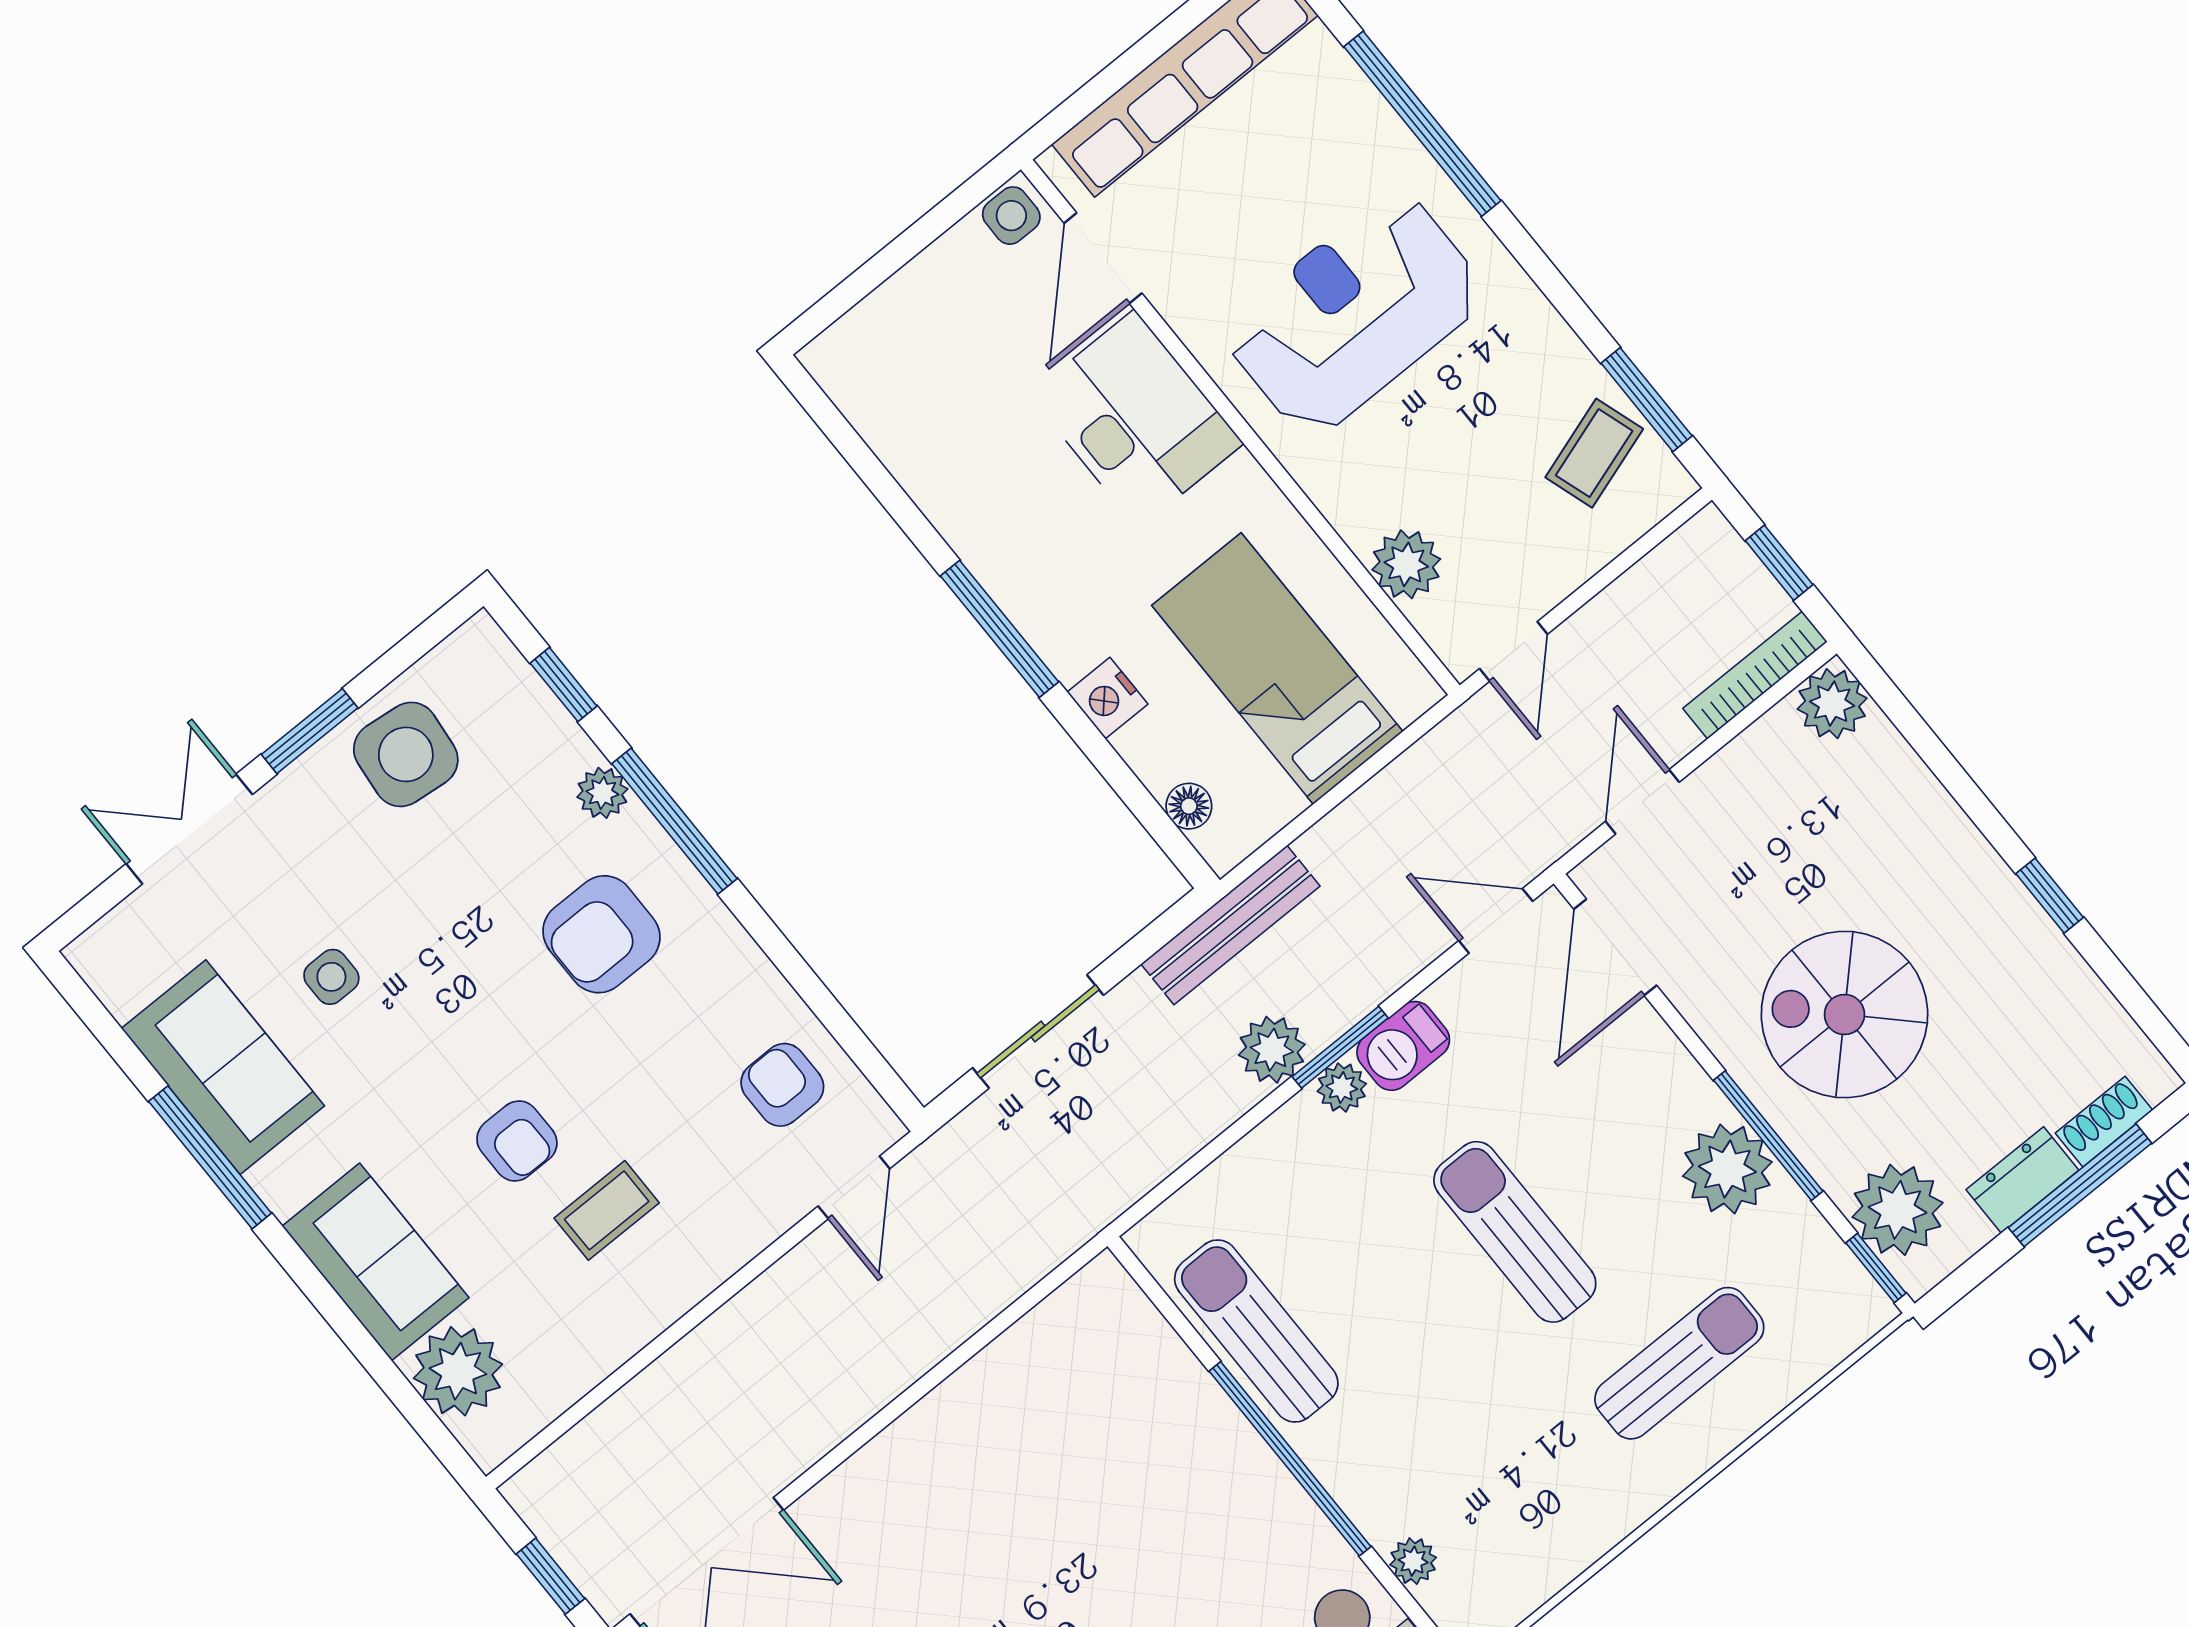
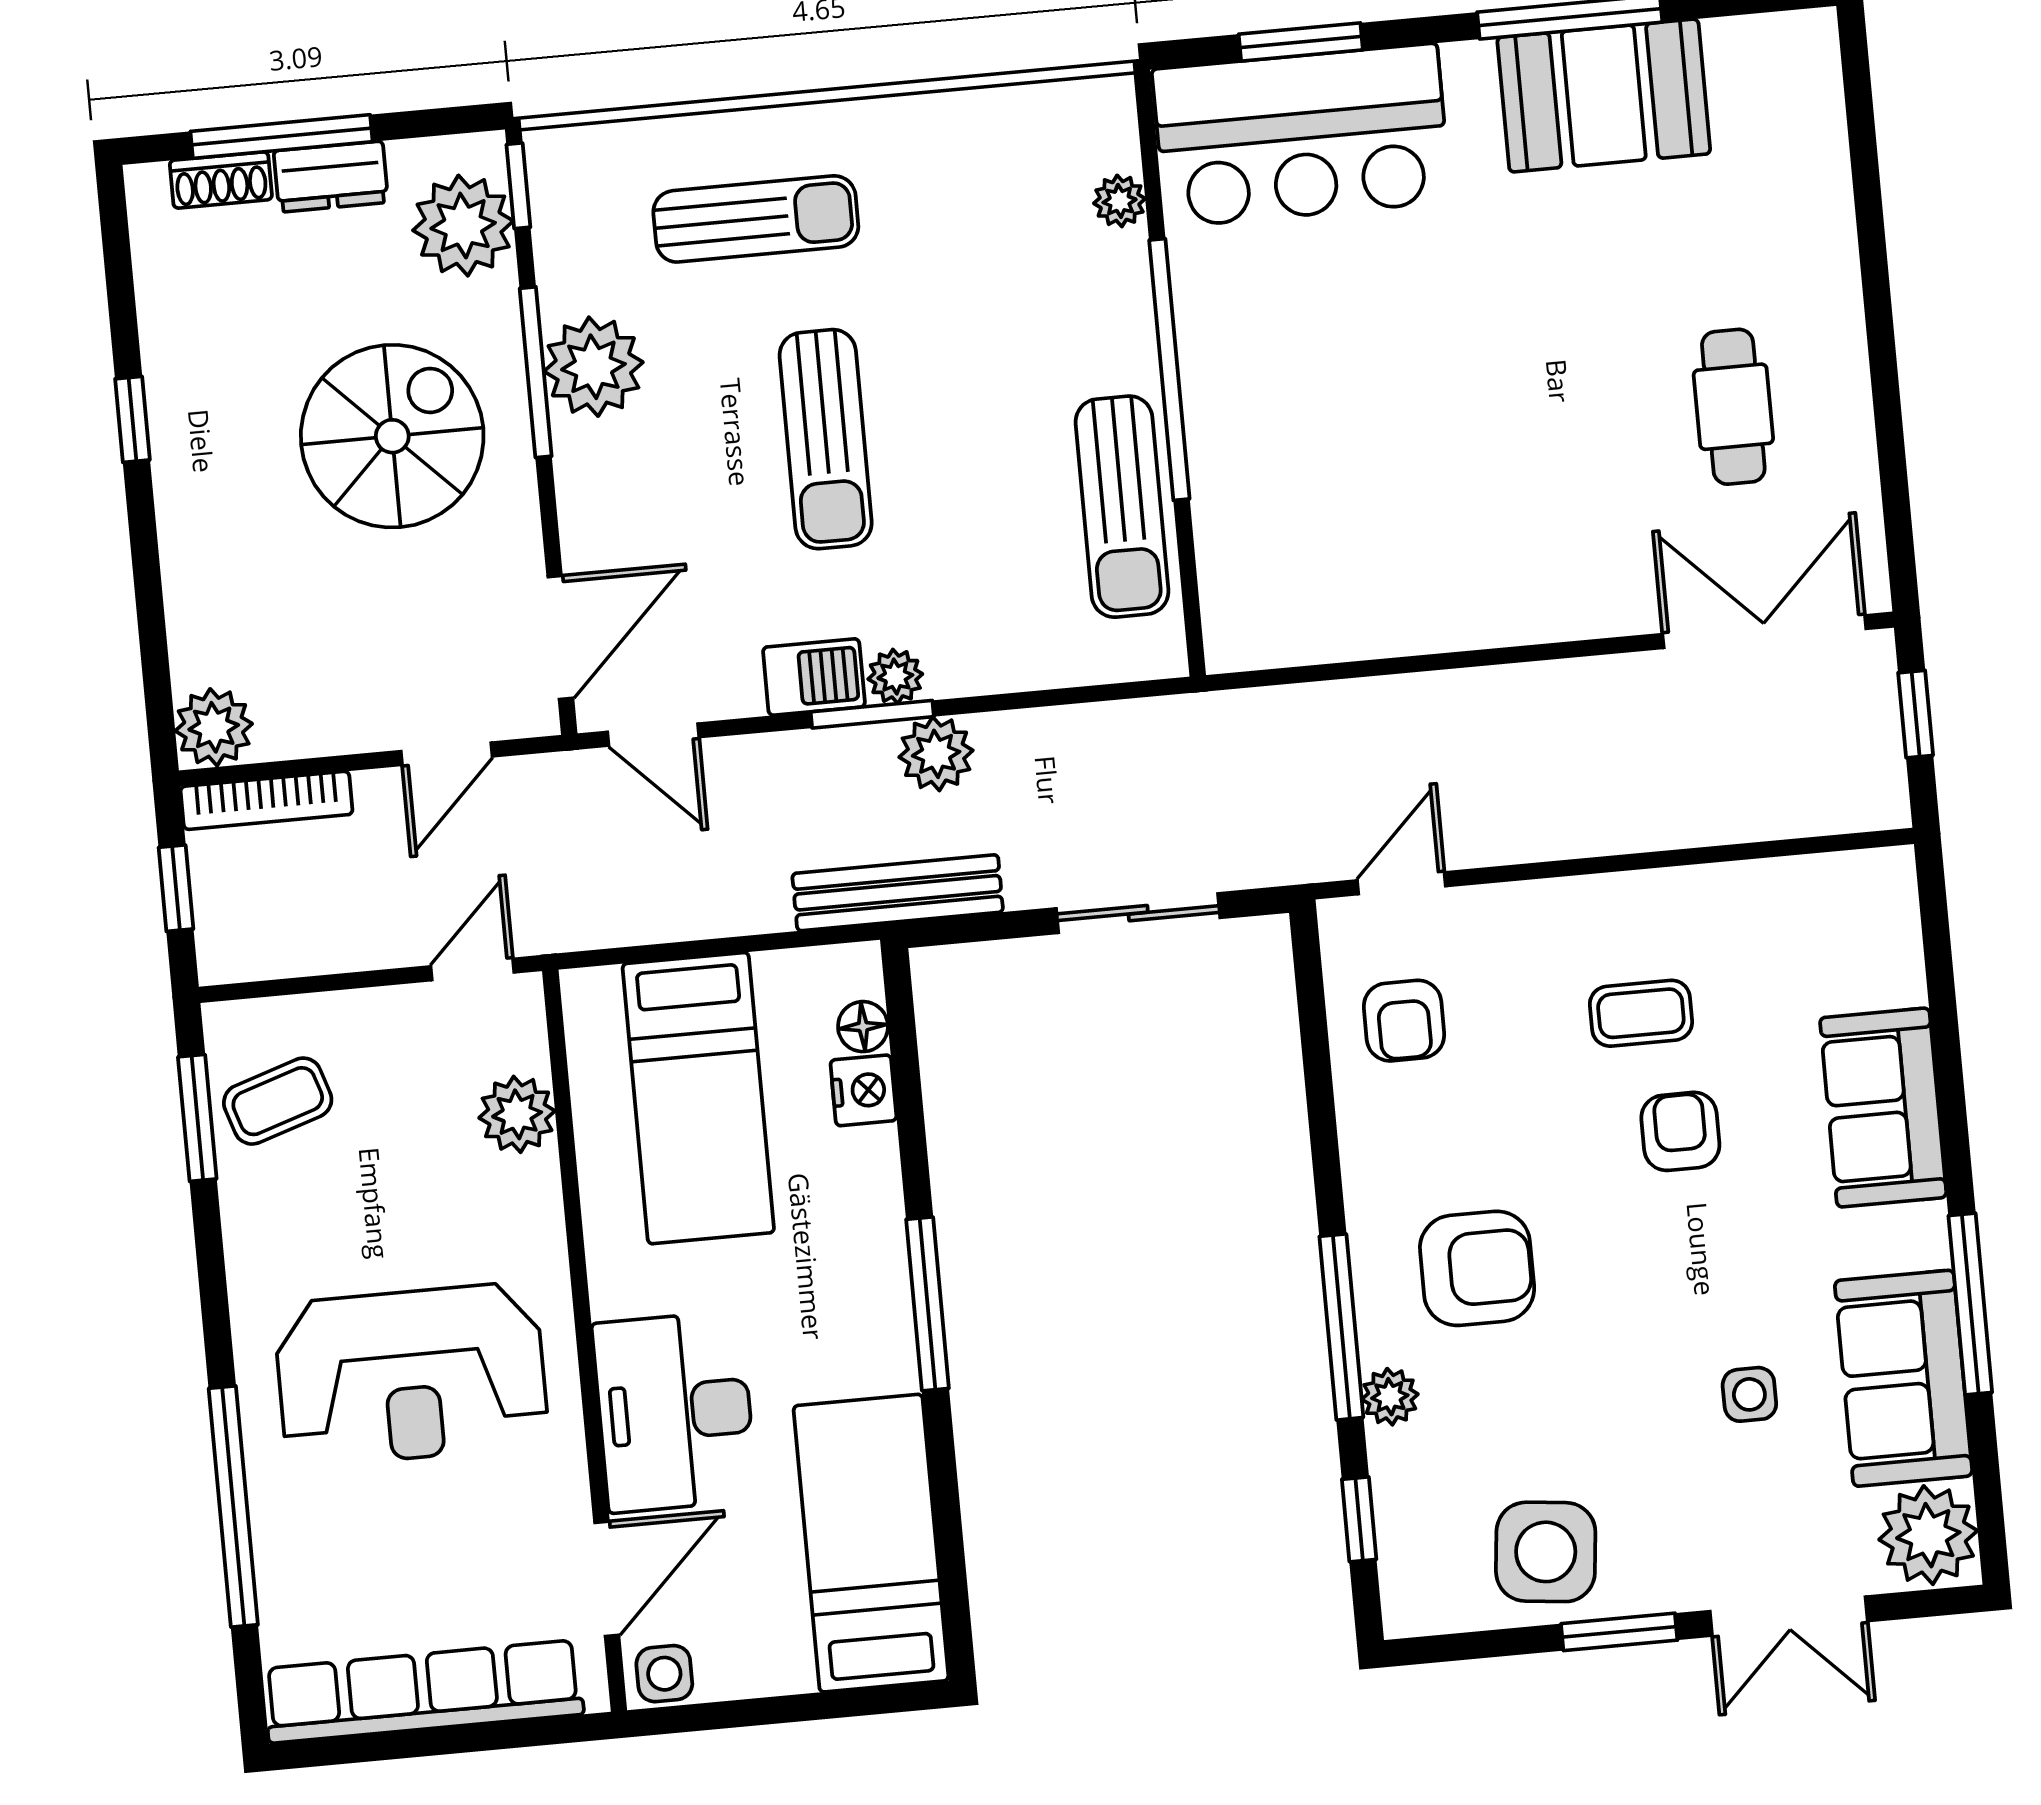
bed: (921, 419) -> (871, 1543), added
nightstand: (1107, 698) -> (863, 1090), moved
spiral stairs: (1844, 1014) -> (392, 436), turned -90
sun lounger: (1679, 1363) -> (756, 219), turned 180
plant: (458, 1371) -> (1928, 1535), moved

